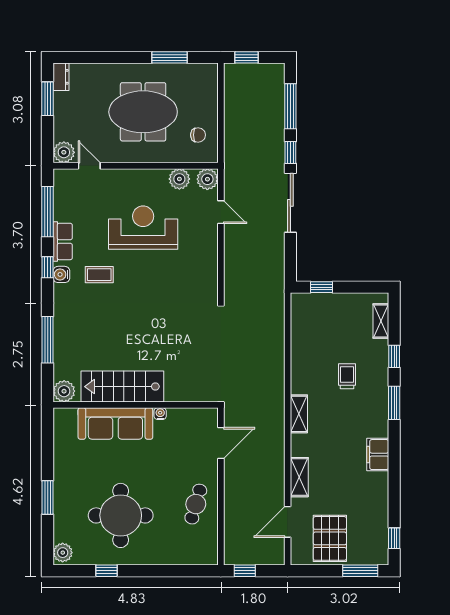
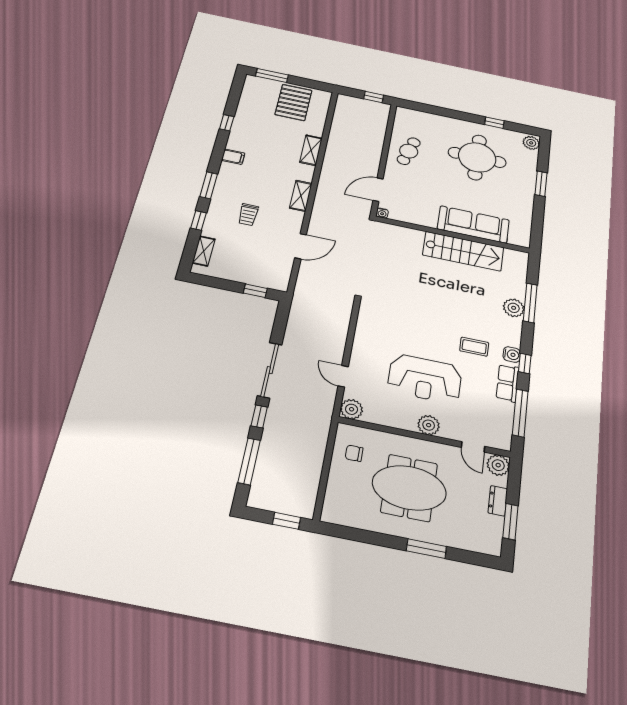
window: (170, 57) -> (426, 549), moved
dresser: (61, 77) -> (498, 501), moved
plant: (179, 179) -> (429, 425), moved
plant: (64, 391) -> (514, 308), moved
water cooler: (160, 414) -> (382, 213), moved
filing cabinet: (378, 455) -> (233, 157), width x0.50
door: (288, 522) -> (301, 246), moved
window: (394, 538) -> (227, 123), moved

